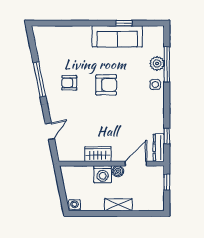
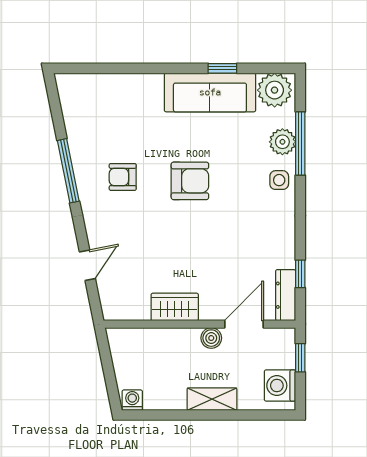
plant: (153, 35) -> (275, 90), added
washing machine: (103, 174) -> (280, 385), moved, turned 90

